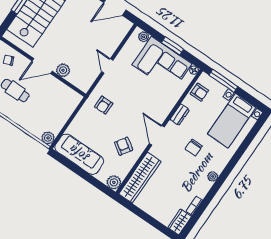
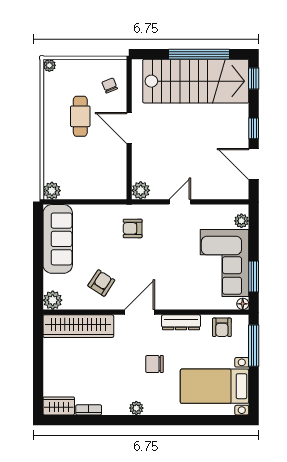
window: (173, 46) -> (254, 277), moved
plant: (63, 70) -> (141, 190), moved
dresser: (180, 115) -> (181, 322), width x1.44

